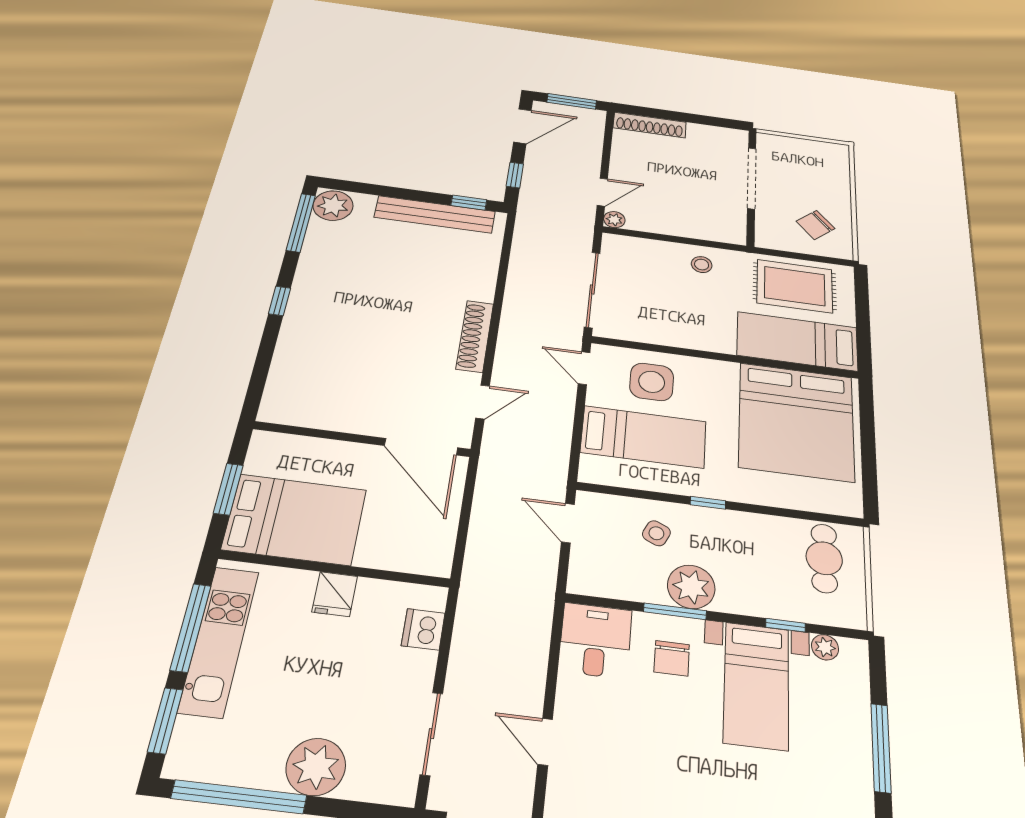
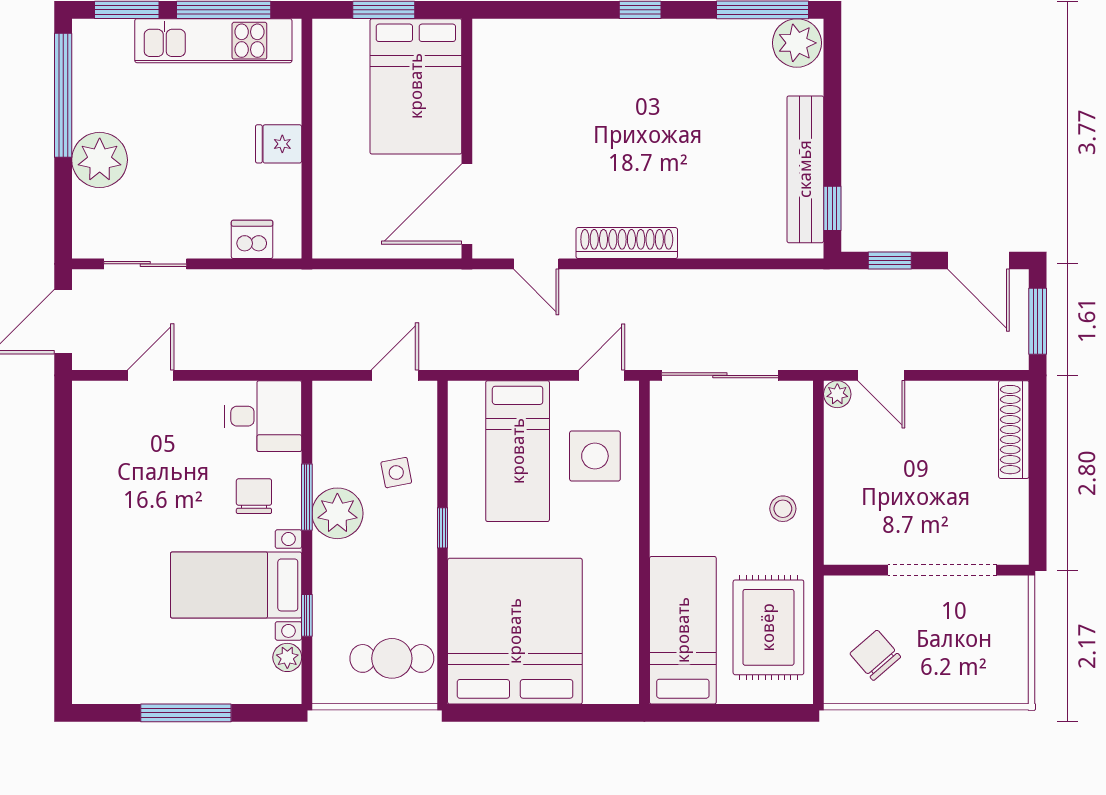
bed: (796, 421) -> (515, 631), moved, turned 90
bed: (295, 519) -> (416, 86), moved
side table: (656, 533) -> (396, 473), turned -36
chair: (672, 658) -> (254, 496), turned 90

